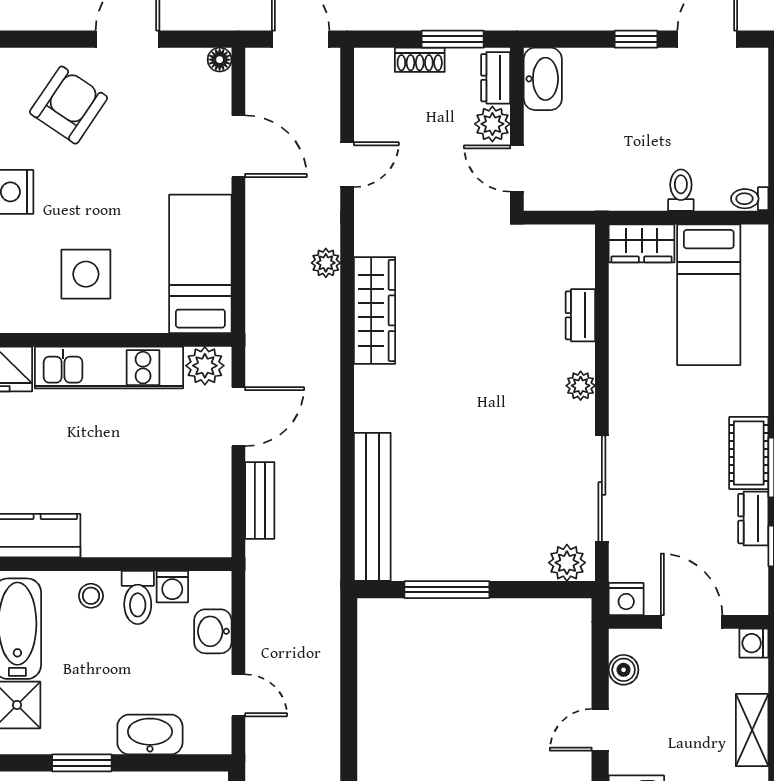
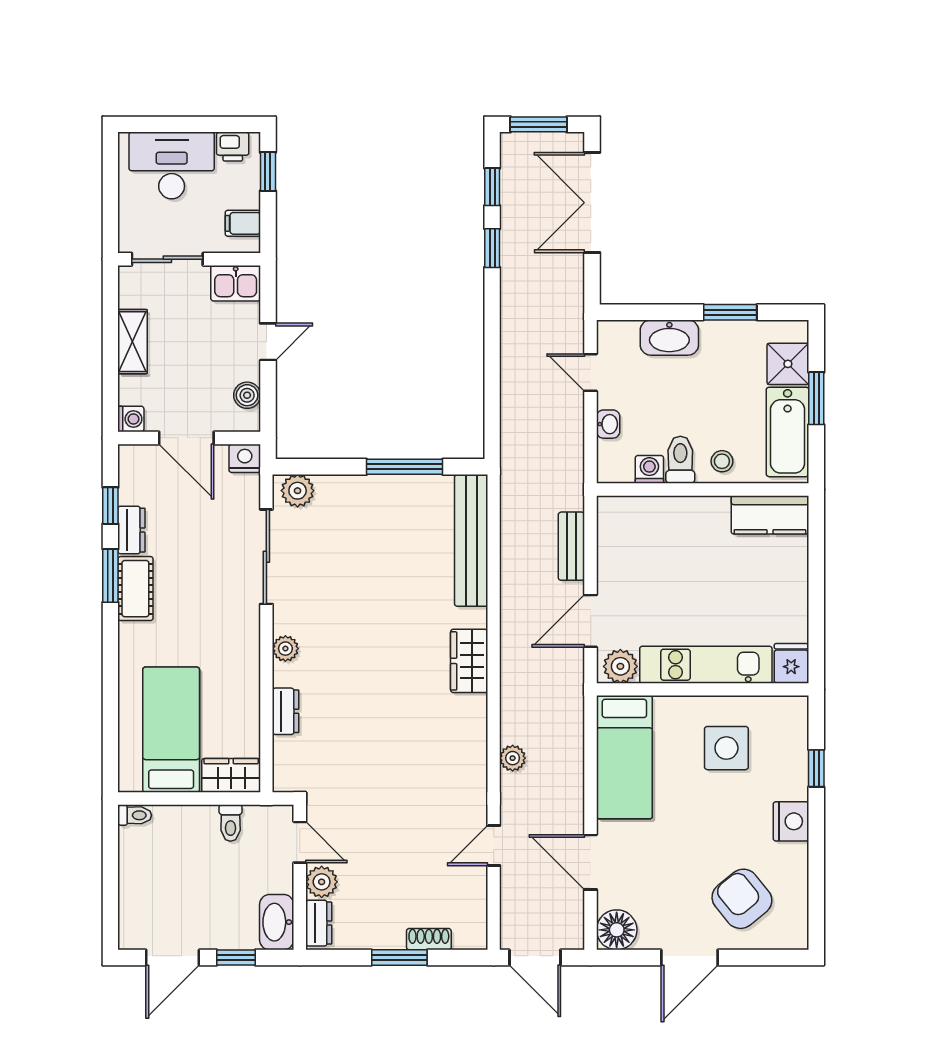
floor lamp: (220, 60) -> (617, 930), width x1.89, depth x1.89
dresser: (496, 78) -> (319, 923), moved
washbasin: (543, 79) -> (277, 922), moved
armchair: (69, 105) -> (742, 899), turned 107
plant: (492, 124) -> (322, 882), moved
wall: (517, 129) -> (300, 877), moved
door: (517, 169) -> (300, 842), moved
toilet: (681, 190) -> (231, 823), moved
wardrobe: (375, 310) -> (469, 661), moved, width x0.67
washbasin: (213, 631) -> (608, 424), width x0.72, depth x0.69

